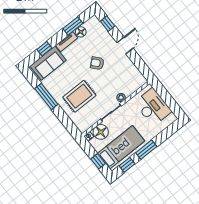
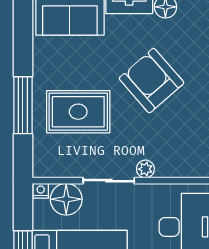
armchair: (97, 63) -> (151, 81), width x1.88, depth x1.88
window: (46, 96) -> (23, 105), moved

